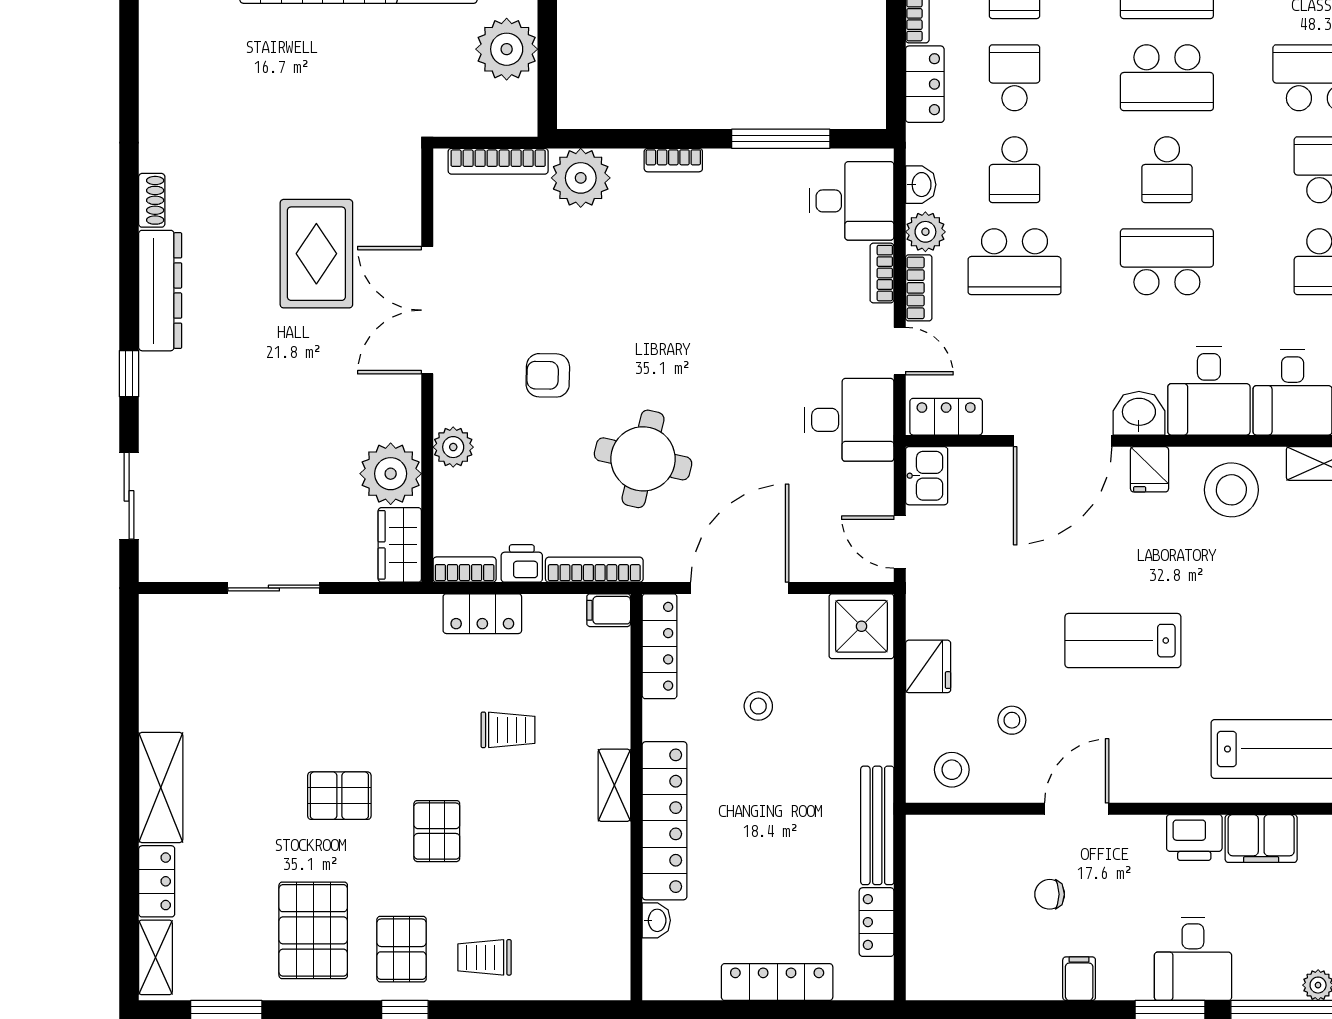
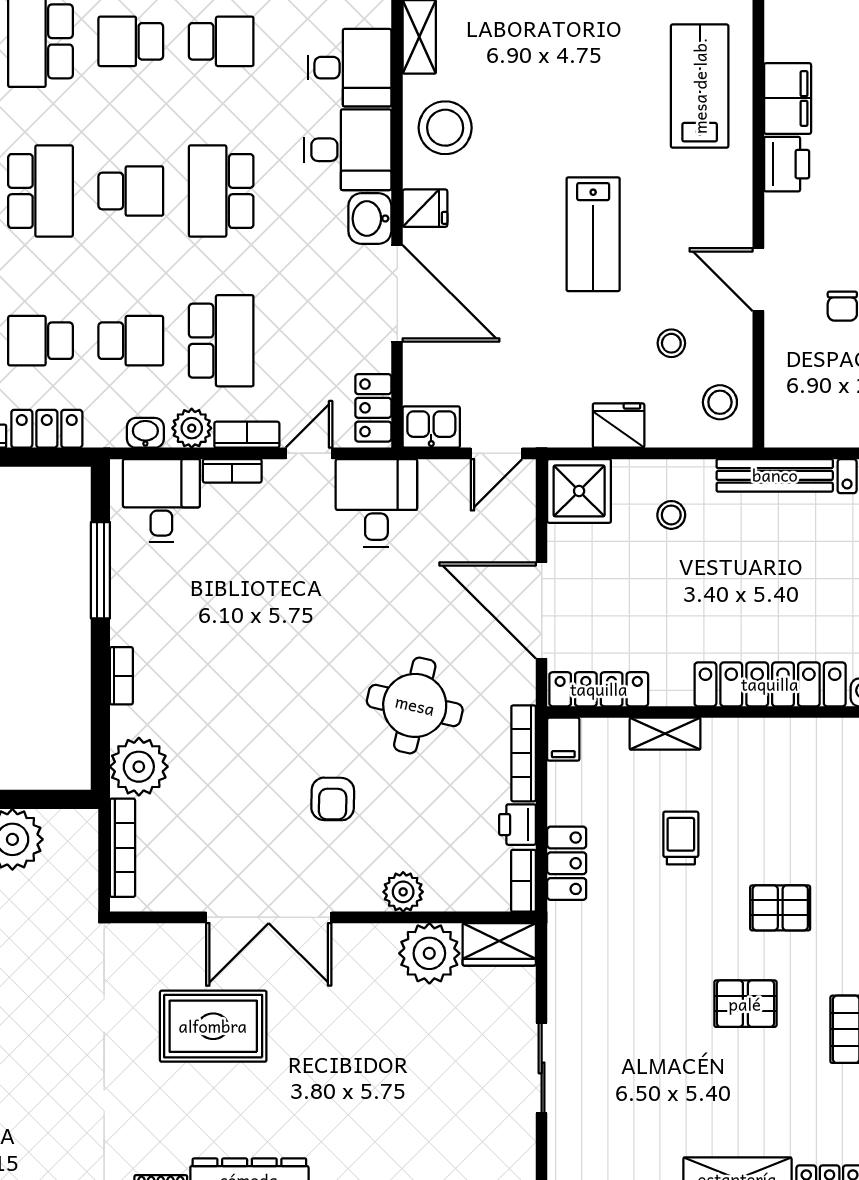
stool: (758, 706) -> (671, 515), moved
shelving: (614, 785) -> (665, 734), moved
pallet: (339, 796) -> (745, 1004), turned 90

